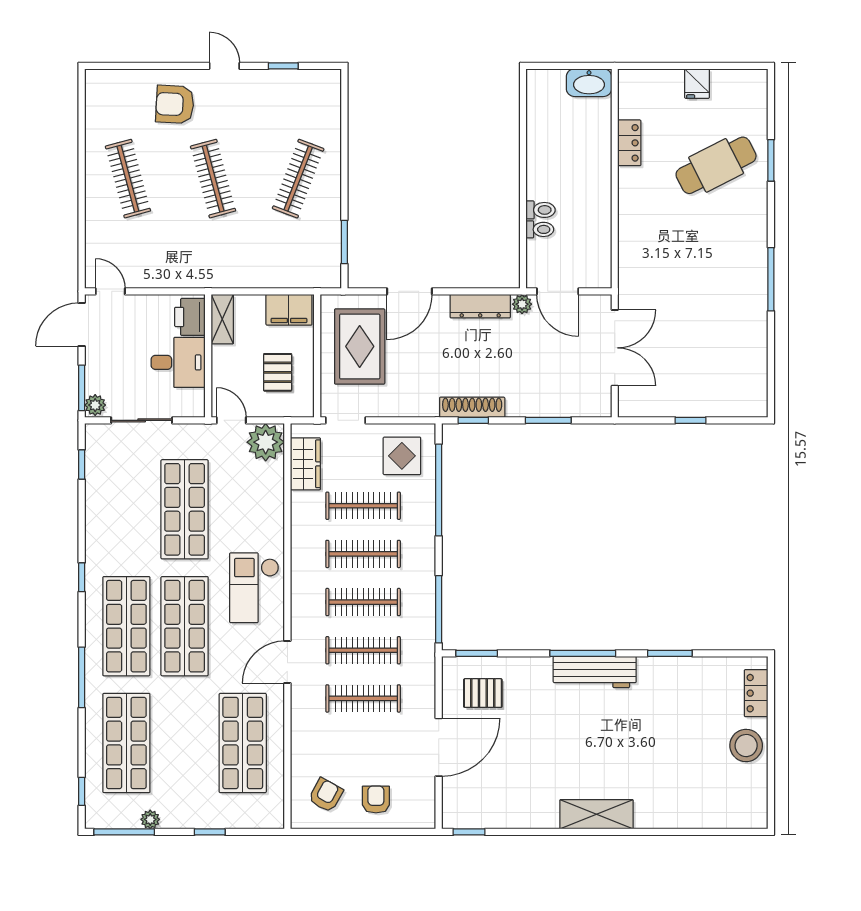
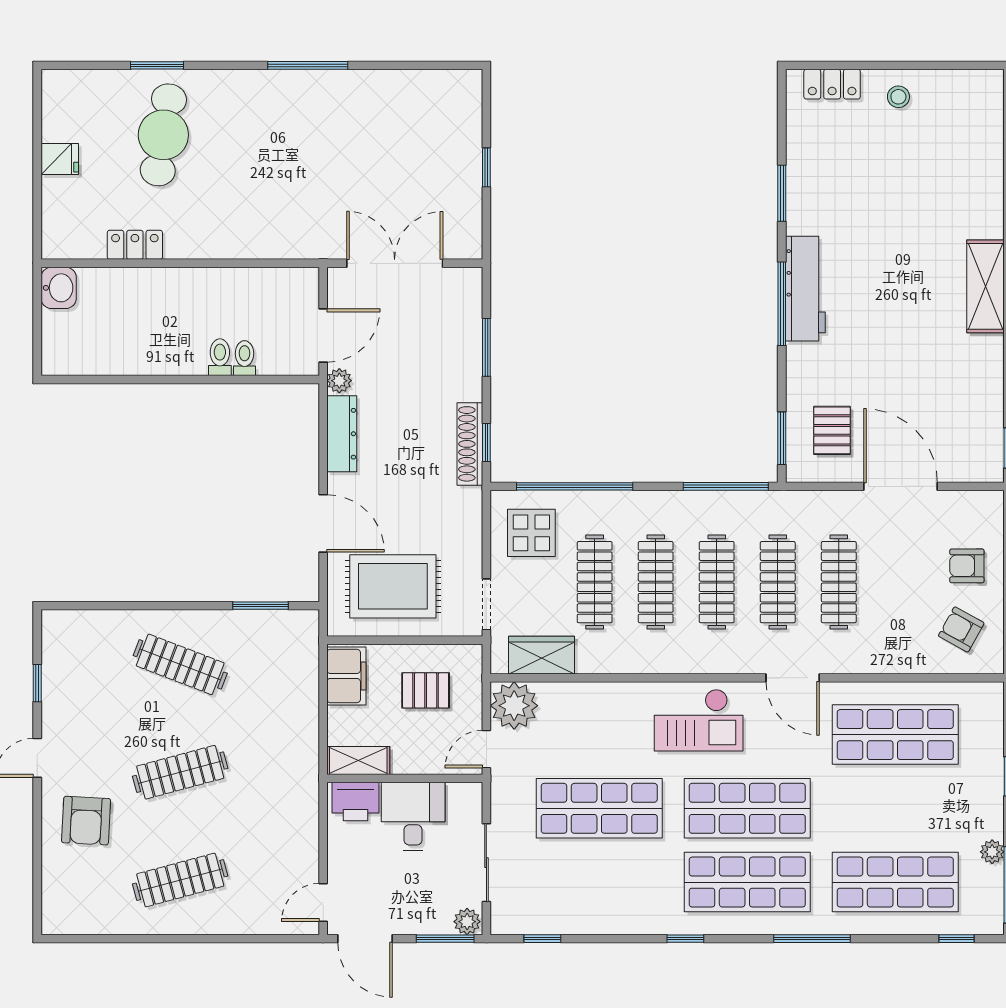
washbasin: (589, 83) -> (59, 288), width x0.72
cafe table: (716, 165) -> (163, 135), turned 36
stool: (746, 746) -> (898, 97), width x0.53, depth x0.53

